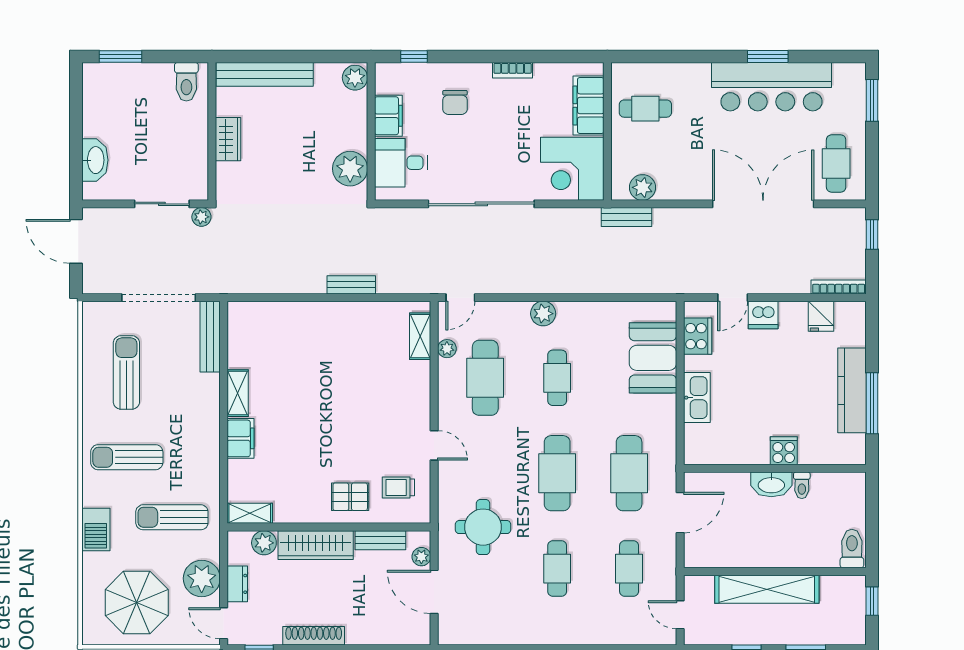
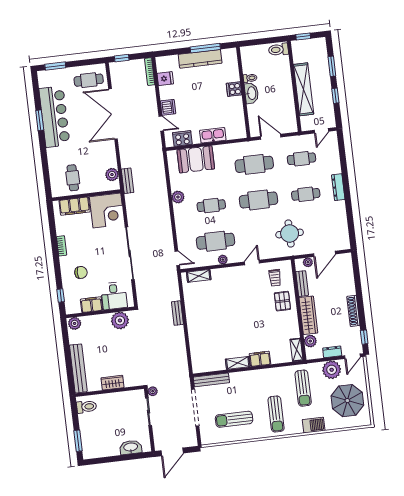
plant: (543, 314) -> (178, 197), moved
plant: (447, 349) -> (223, 260), moved
dresser: (564, 635) -> (338, 187), added

